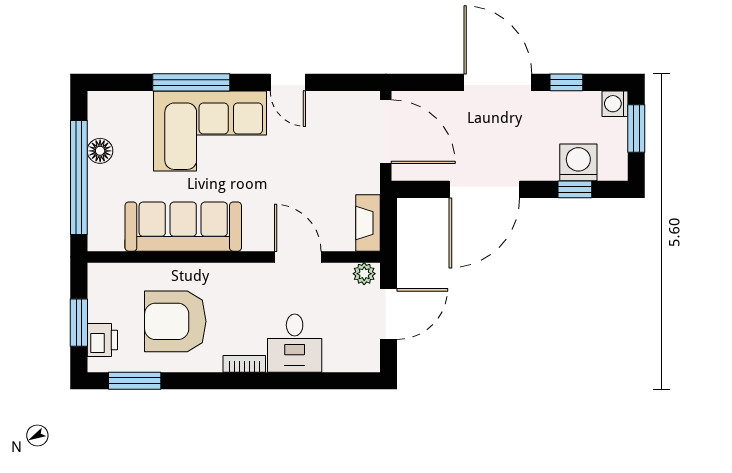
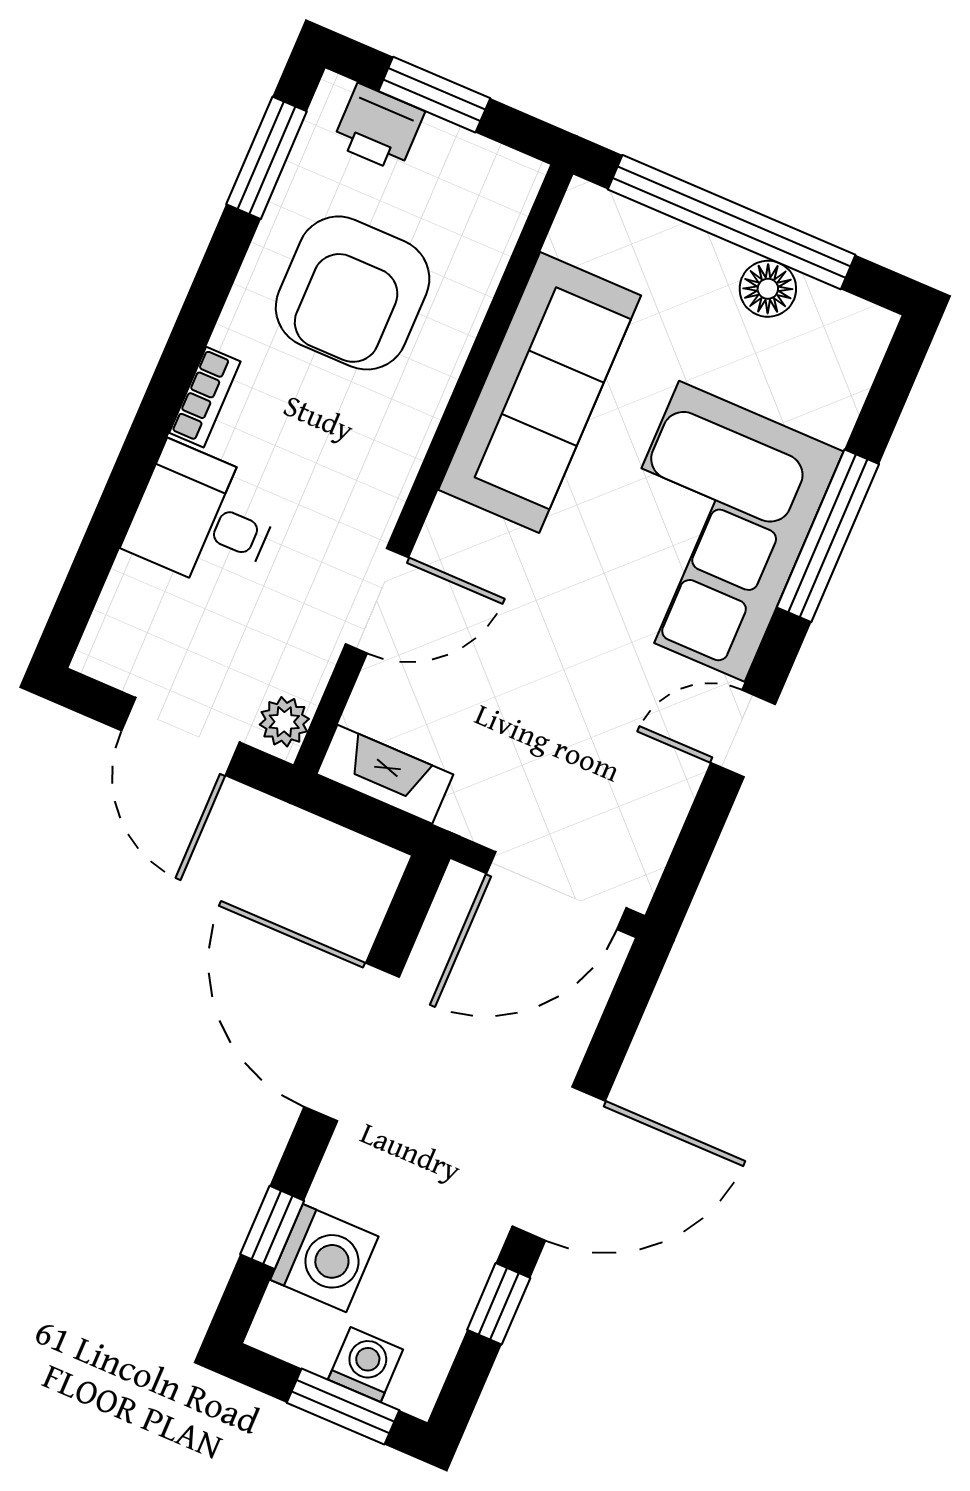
washing machine: (615, 104) -> (366, 1365), moved
armchair: (175, 321) -> (353, 293), turned 180

